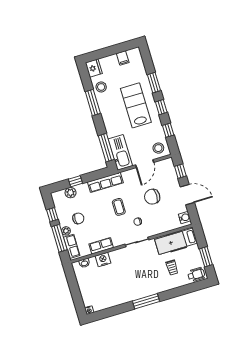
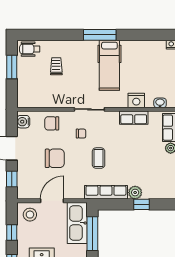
plant: (71, 193) -> (135, 193), moved
chair: (78, 218) -> (52, 123), moved
hospital bed: (176, 241) -> (109, 65), moved, turned 90

